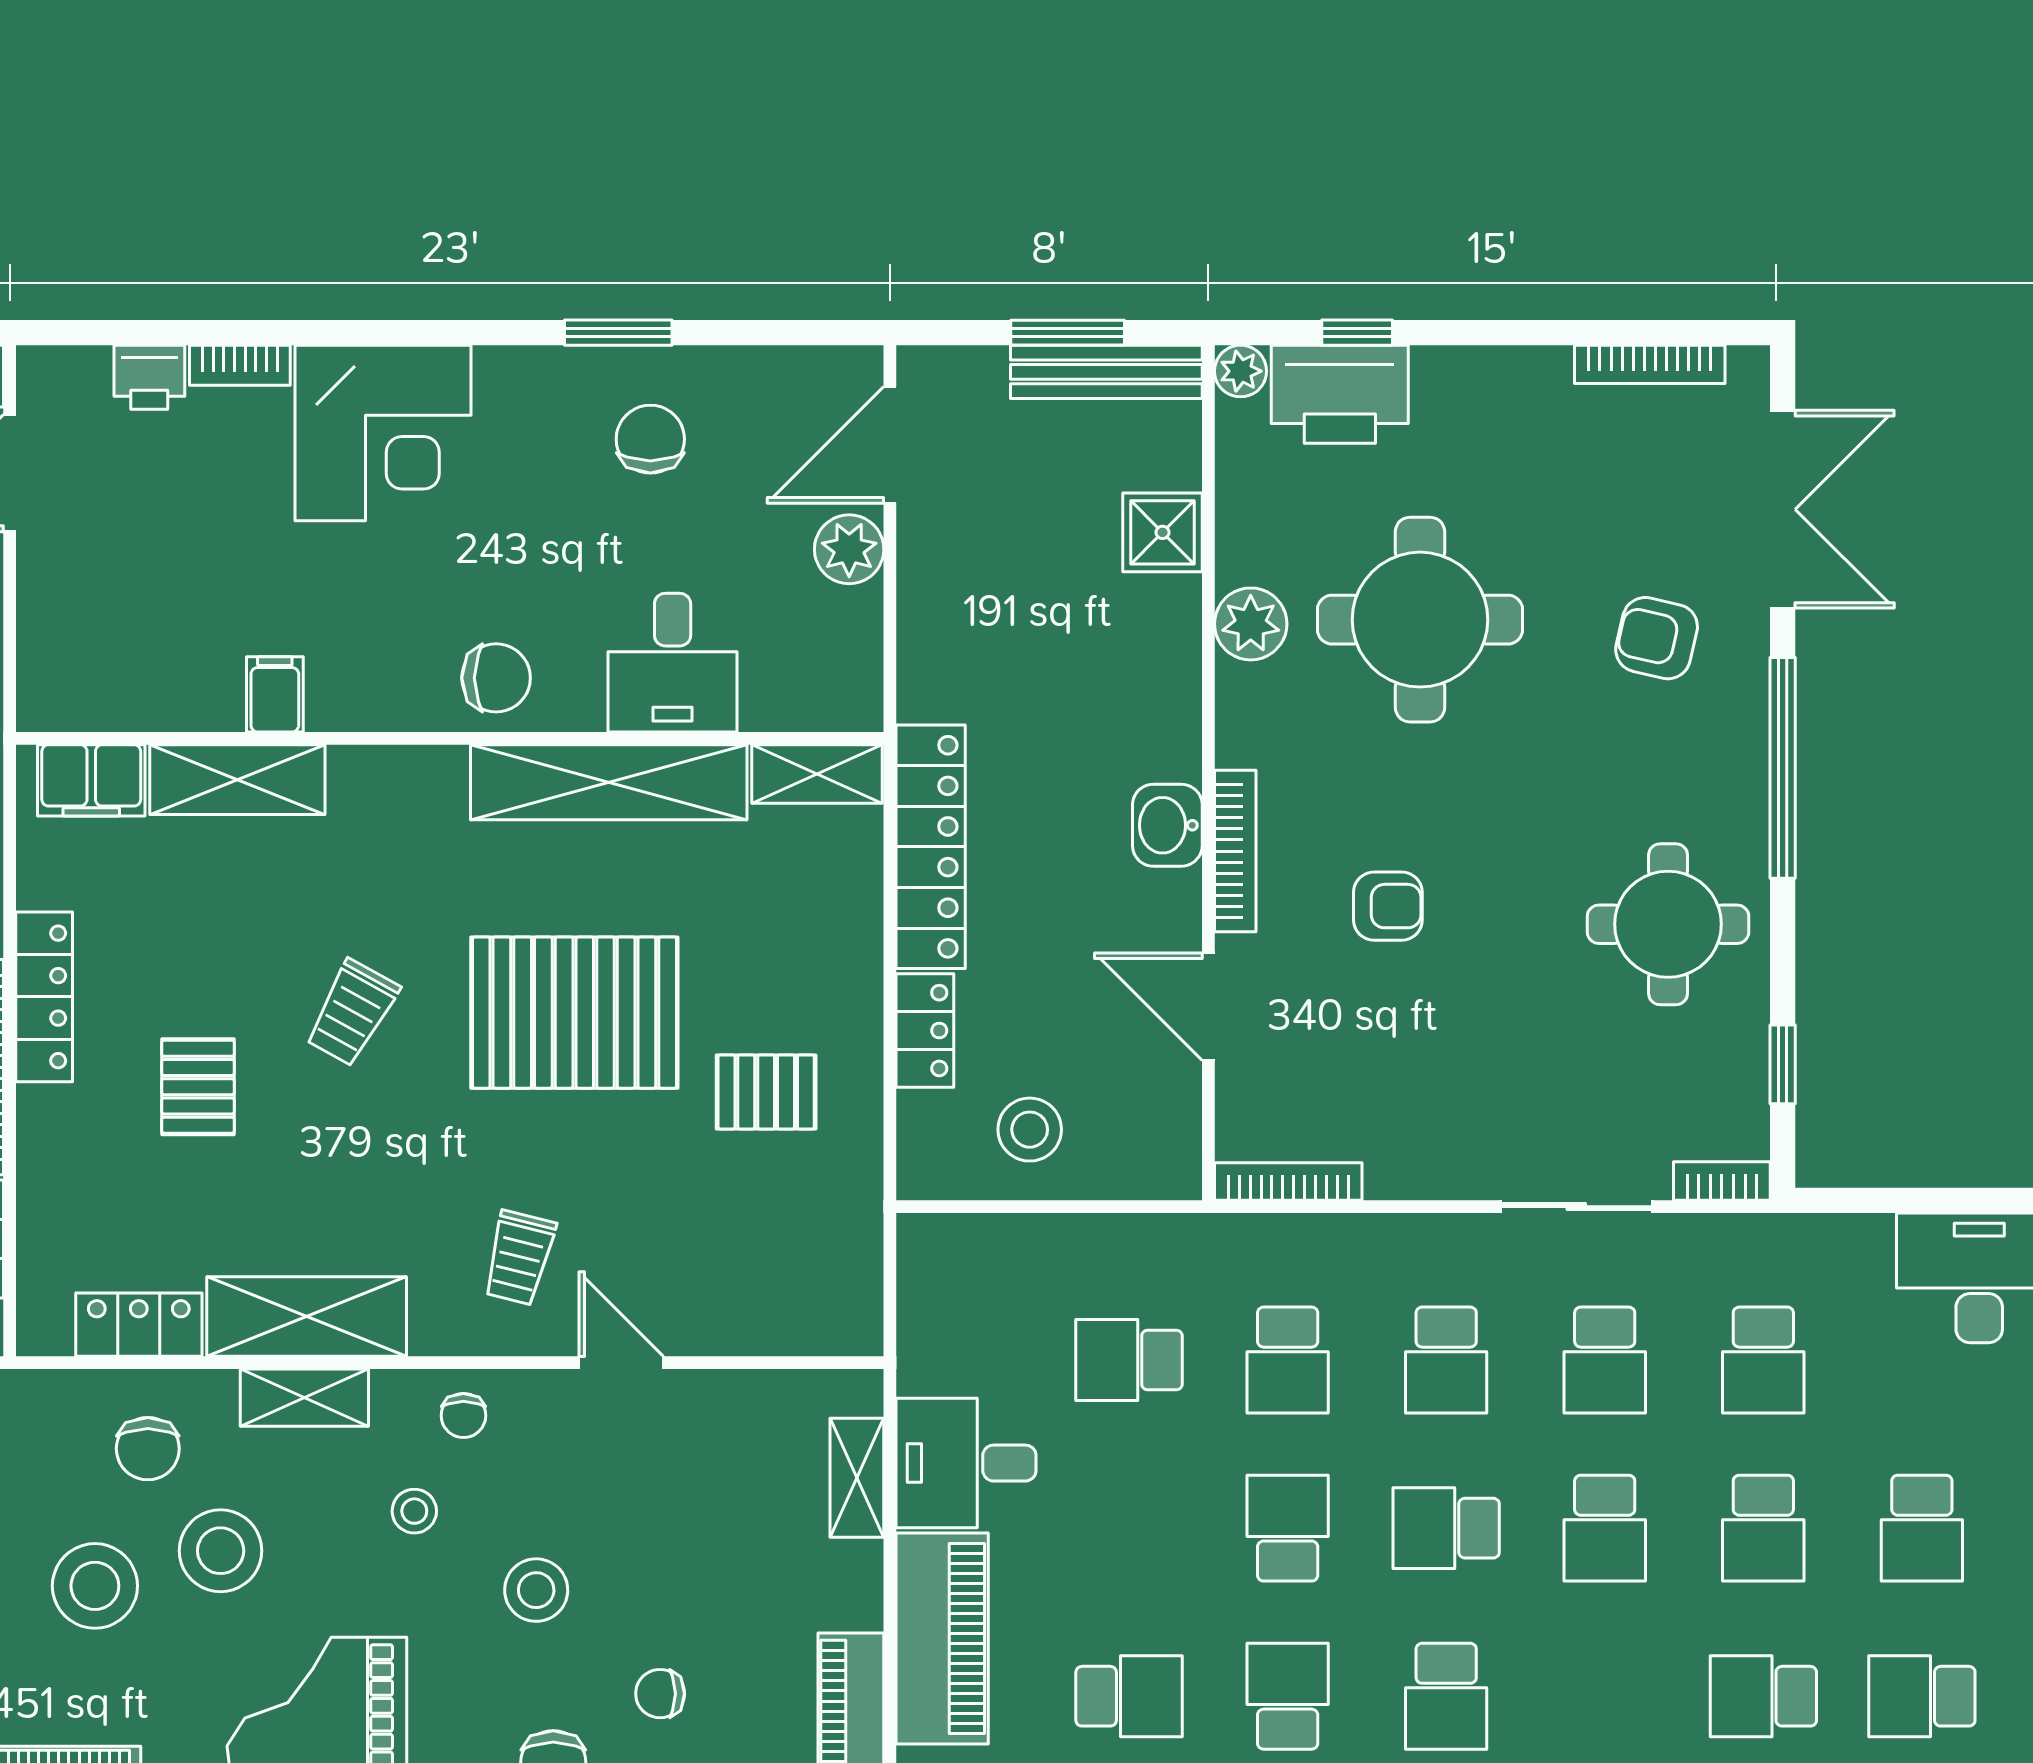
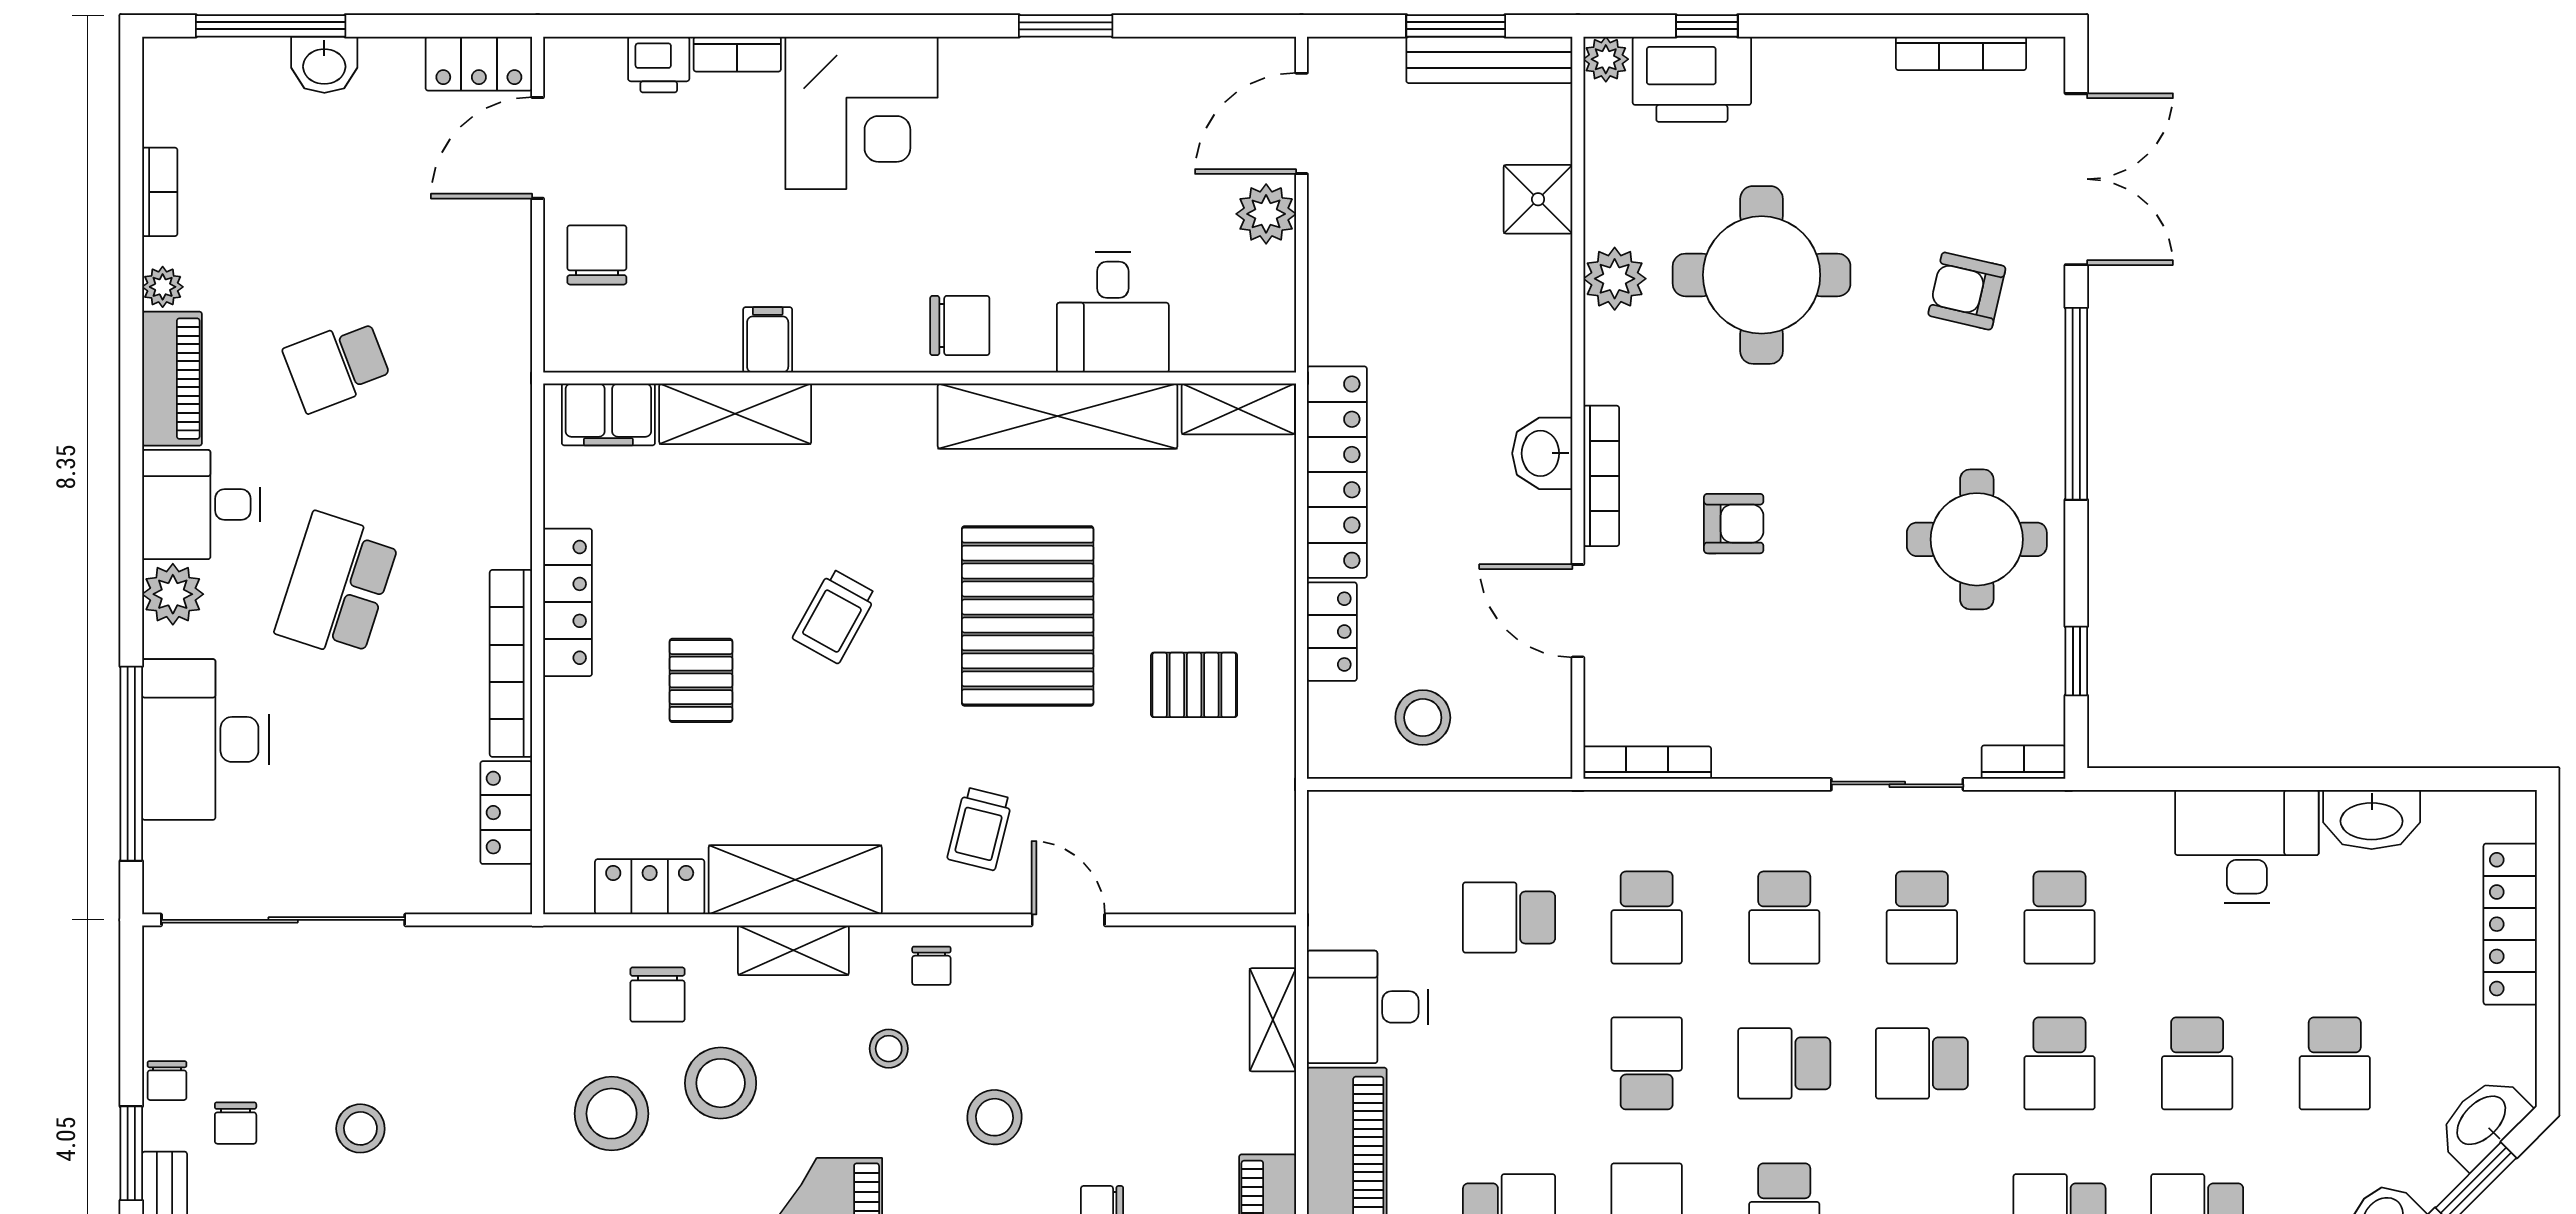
chair: (650, 439) -> (597, 255), moved
pallet: (574, 1013) -> (1028, 616), turned 90
school desk: (1605, 1528) -> (1922, 1063), turned 90

